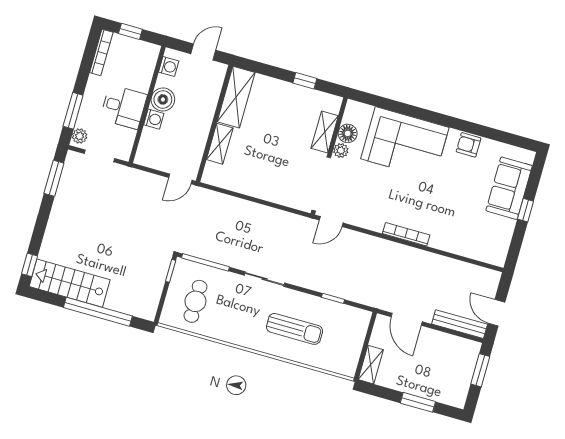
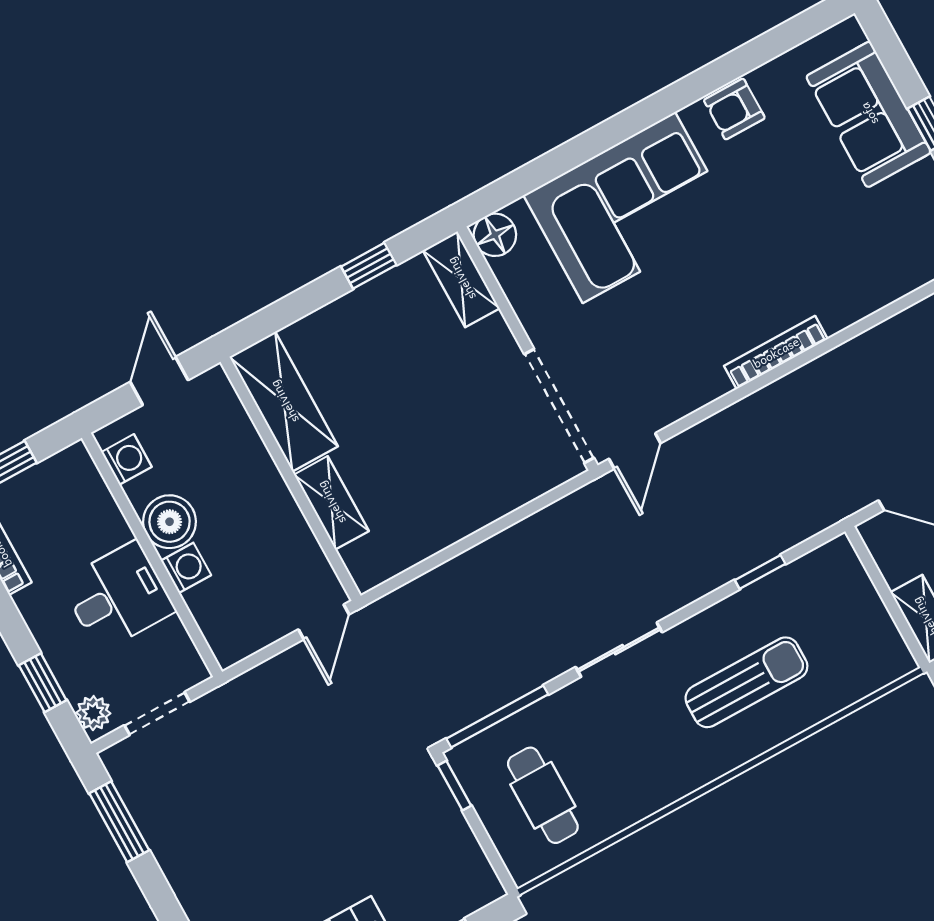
window: (73, 111) -> (43, 683), width x0.67
shelving: (325, 132) -> (461, 279), moved
floor lamp: (348, 133) -> (495, 235), moved
plant: (341, 151) -> (537, 321), removed

